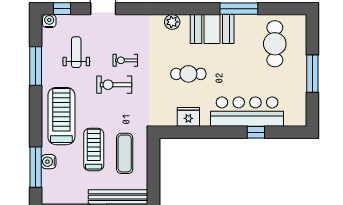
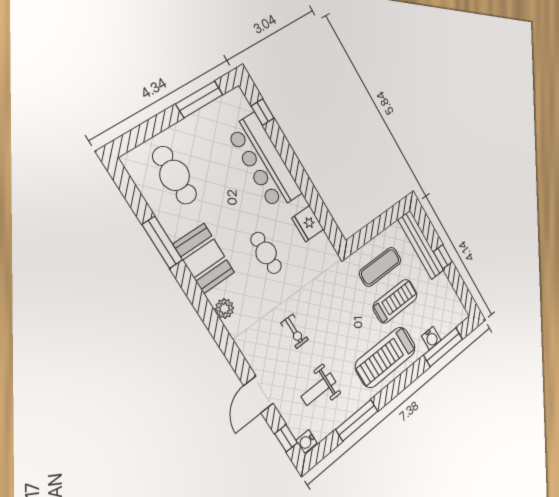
cafe table: (275, 44) -> (175, 175), turned 90
window: (312, 74) -> (199, 99), moved
exercise bike: (114, 85) -> (325, 325), removed
window: (256, 132) -> (263, 112), moved
treadmill: (94, 150) -> (395, 301), turned 180

